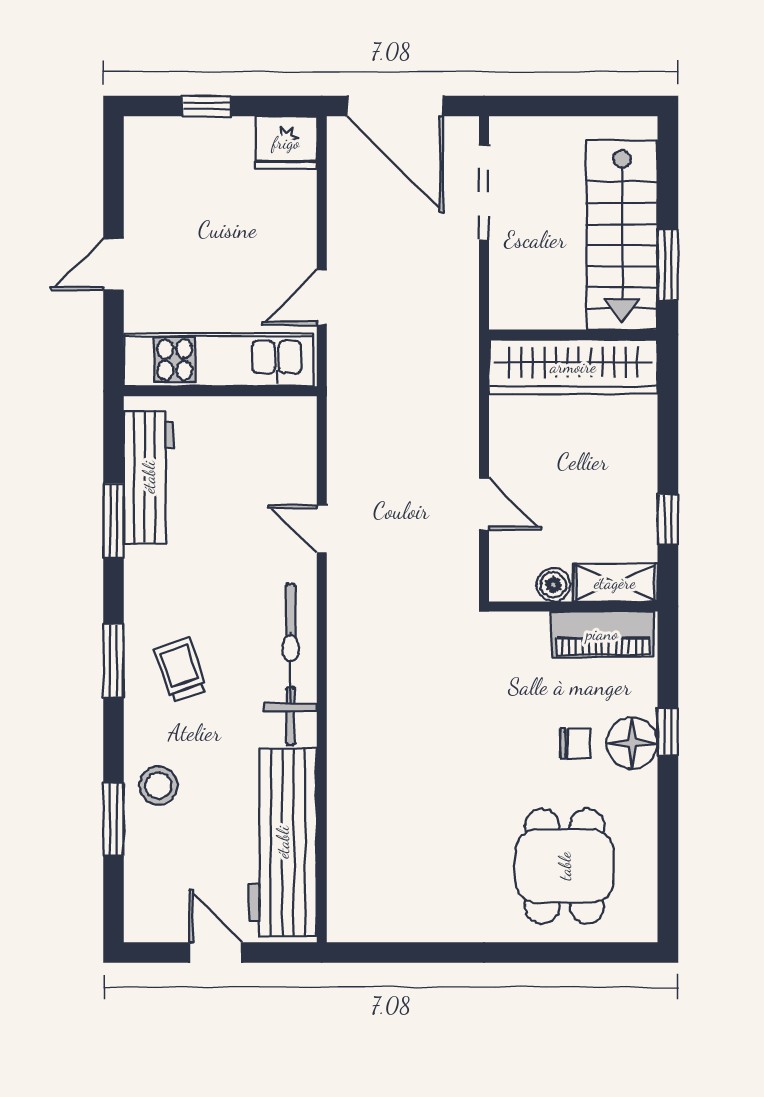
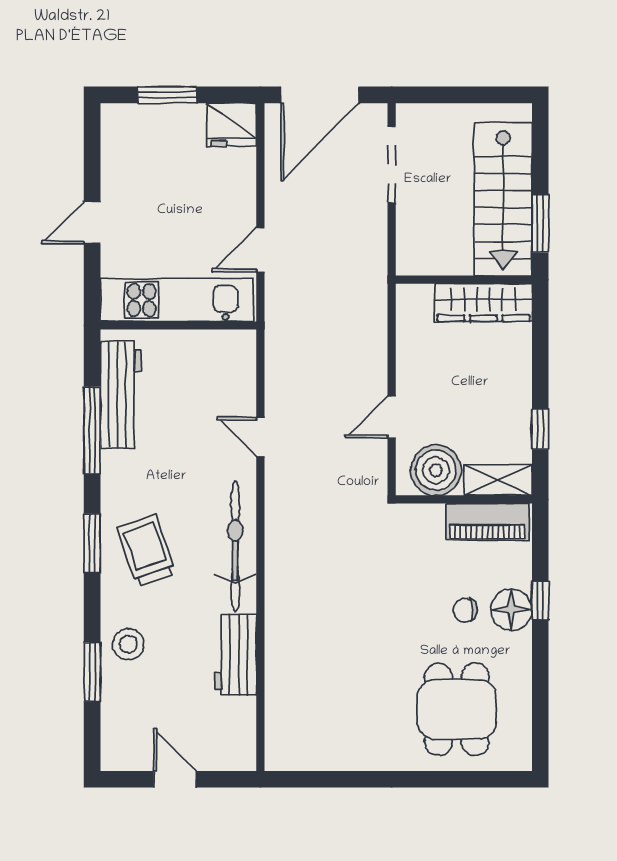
window: (207, 106) -> (167, 95), width x1.50
door: (395, 106) -> (320, 95), hinge flipped
wardrobe: (573, 367) -> (483, 302), width x0.71, depth x0.85
door: (484, 504) -> (392, 417), swing flipped
window: (113, 521) -> (92, 430), width x1.44
boiler: (553, 585) -> (436, 470), width x1.86, depth x1.86
trolley: (181, 670) -> (146, 551), width x1.36, depth x1.39
chair: (575, 743) -> (465, 610), turned 180
workbench: (283, 842) -> (236, 655), width x0.53, depth x0.76

